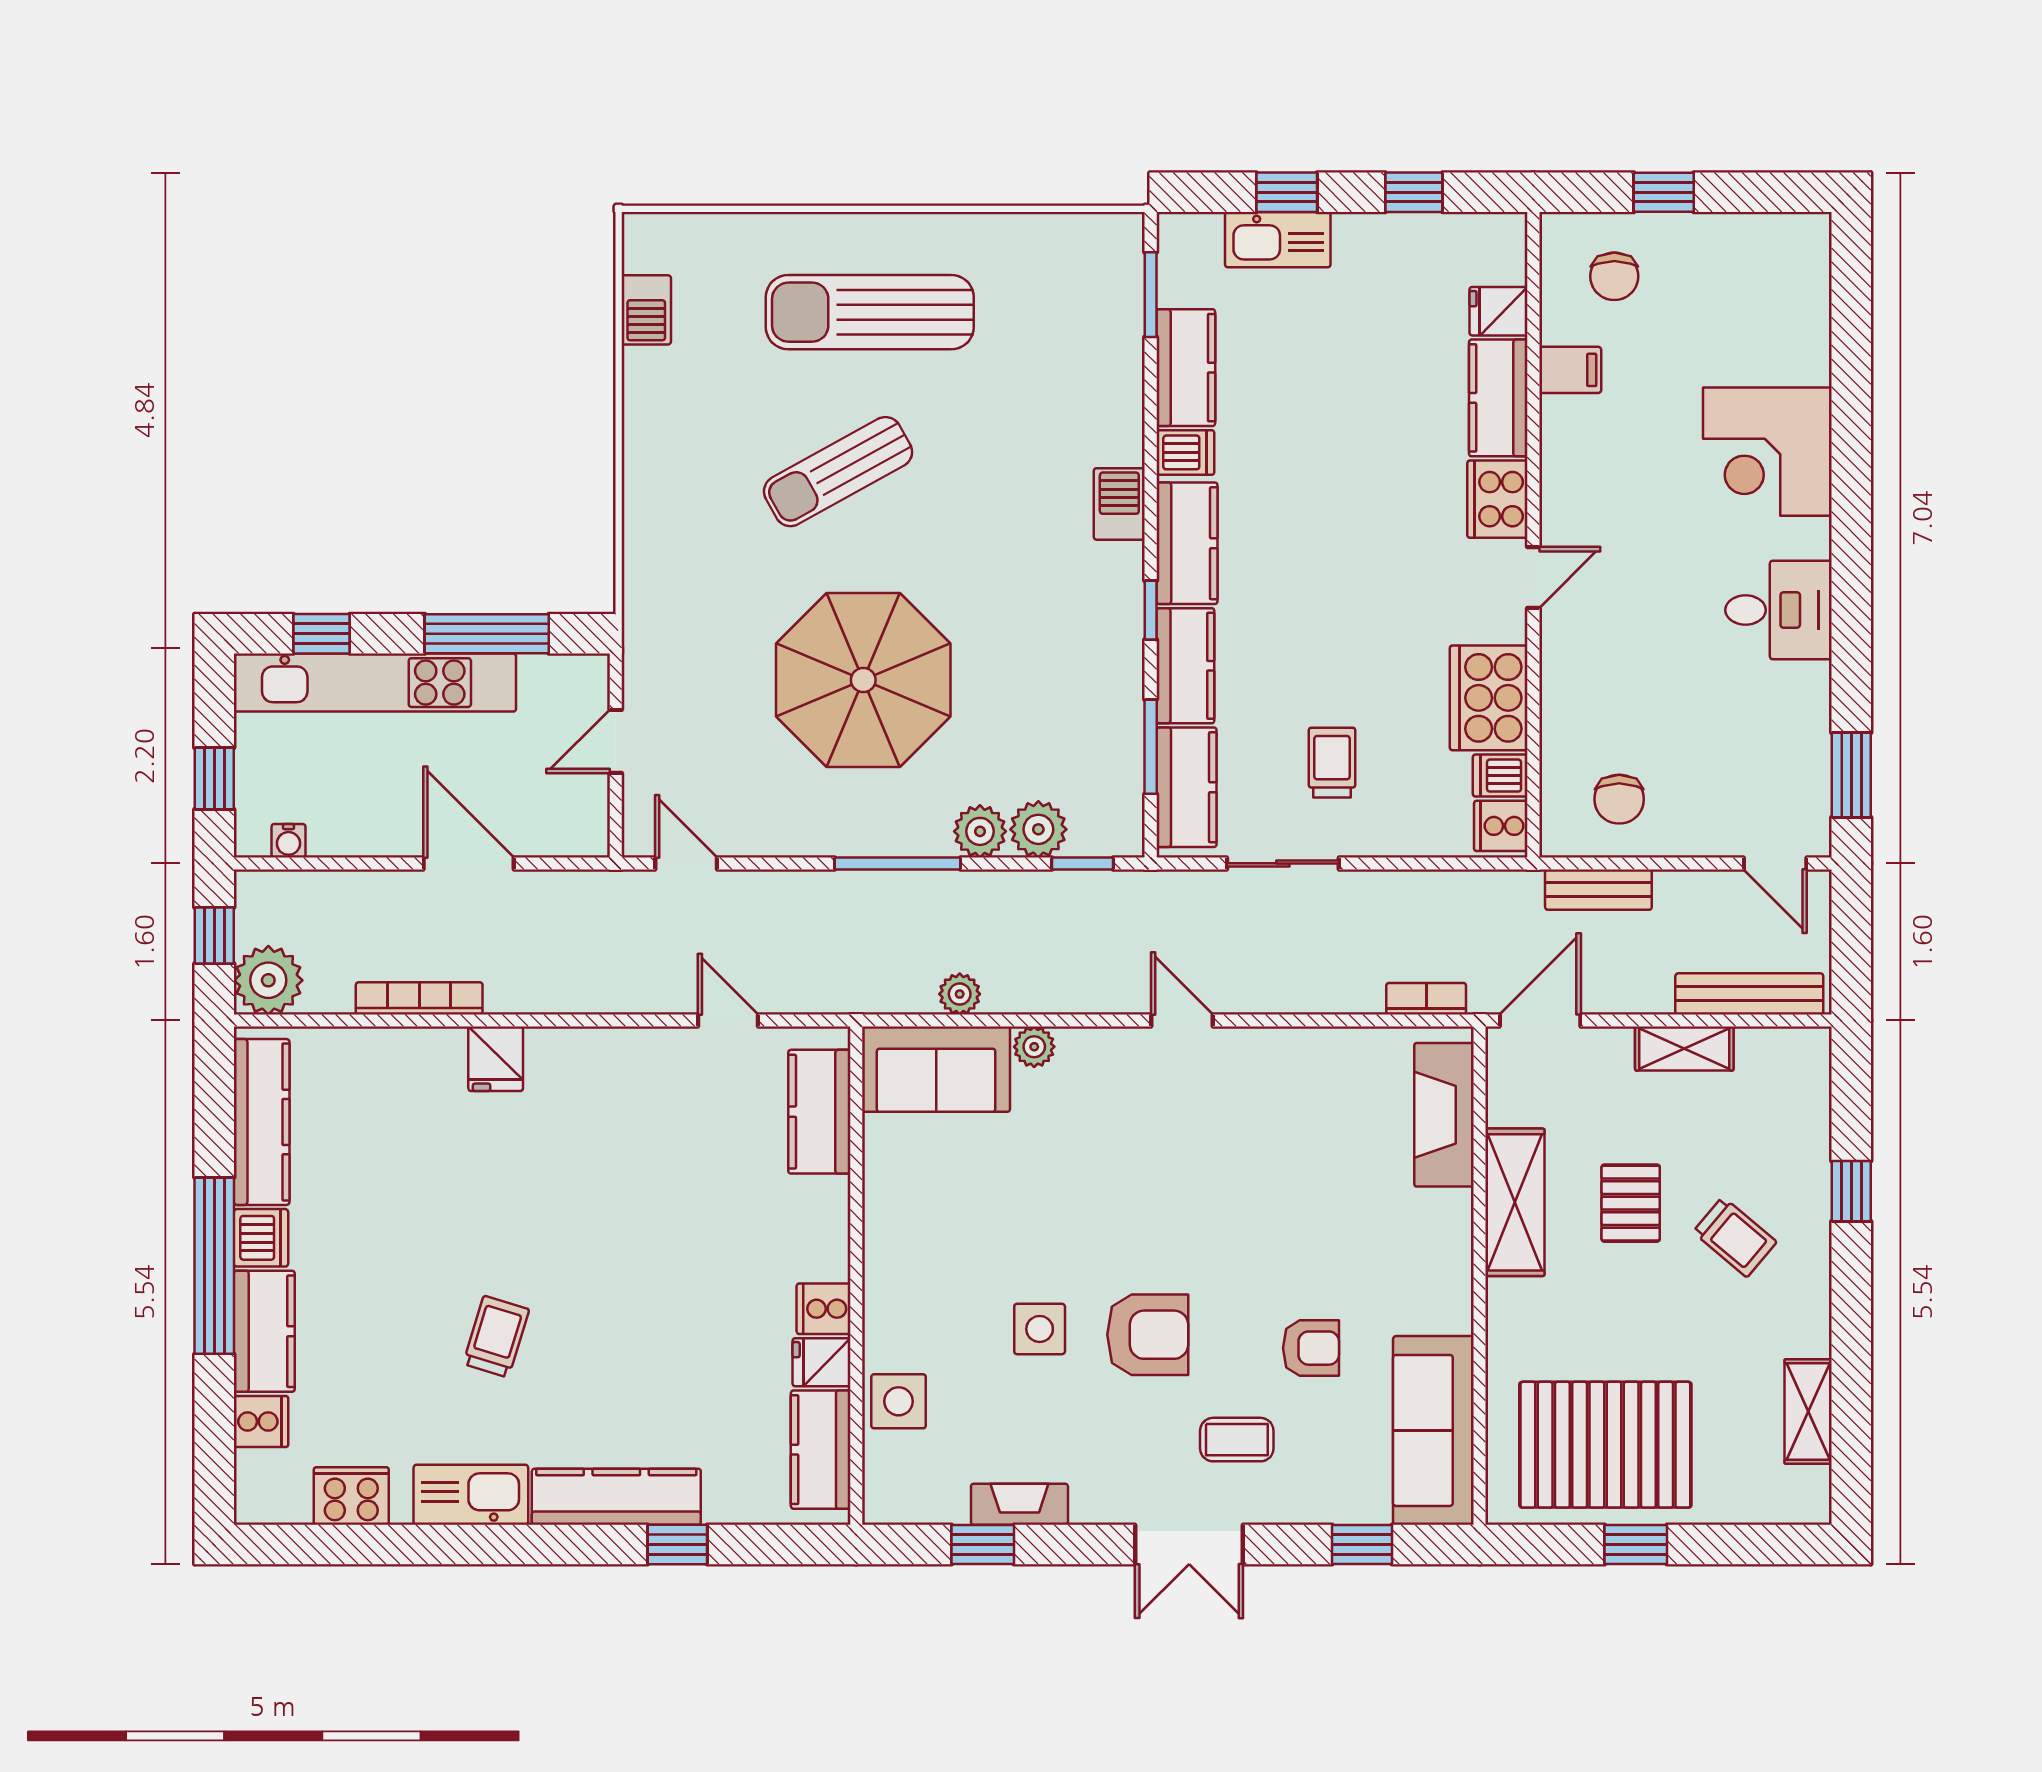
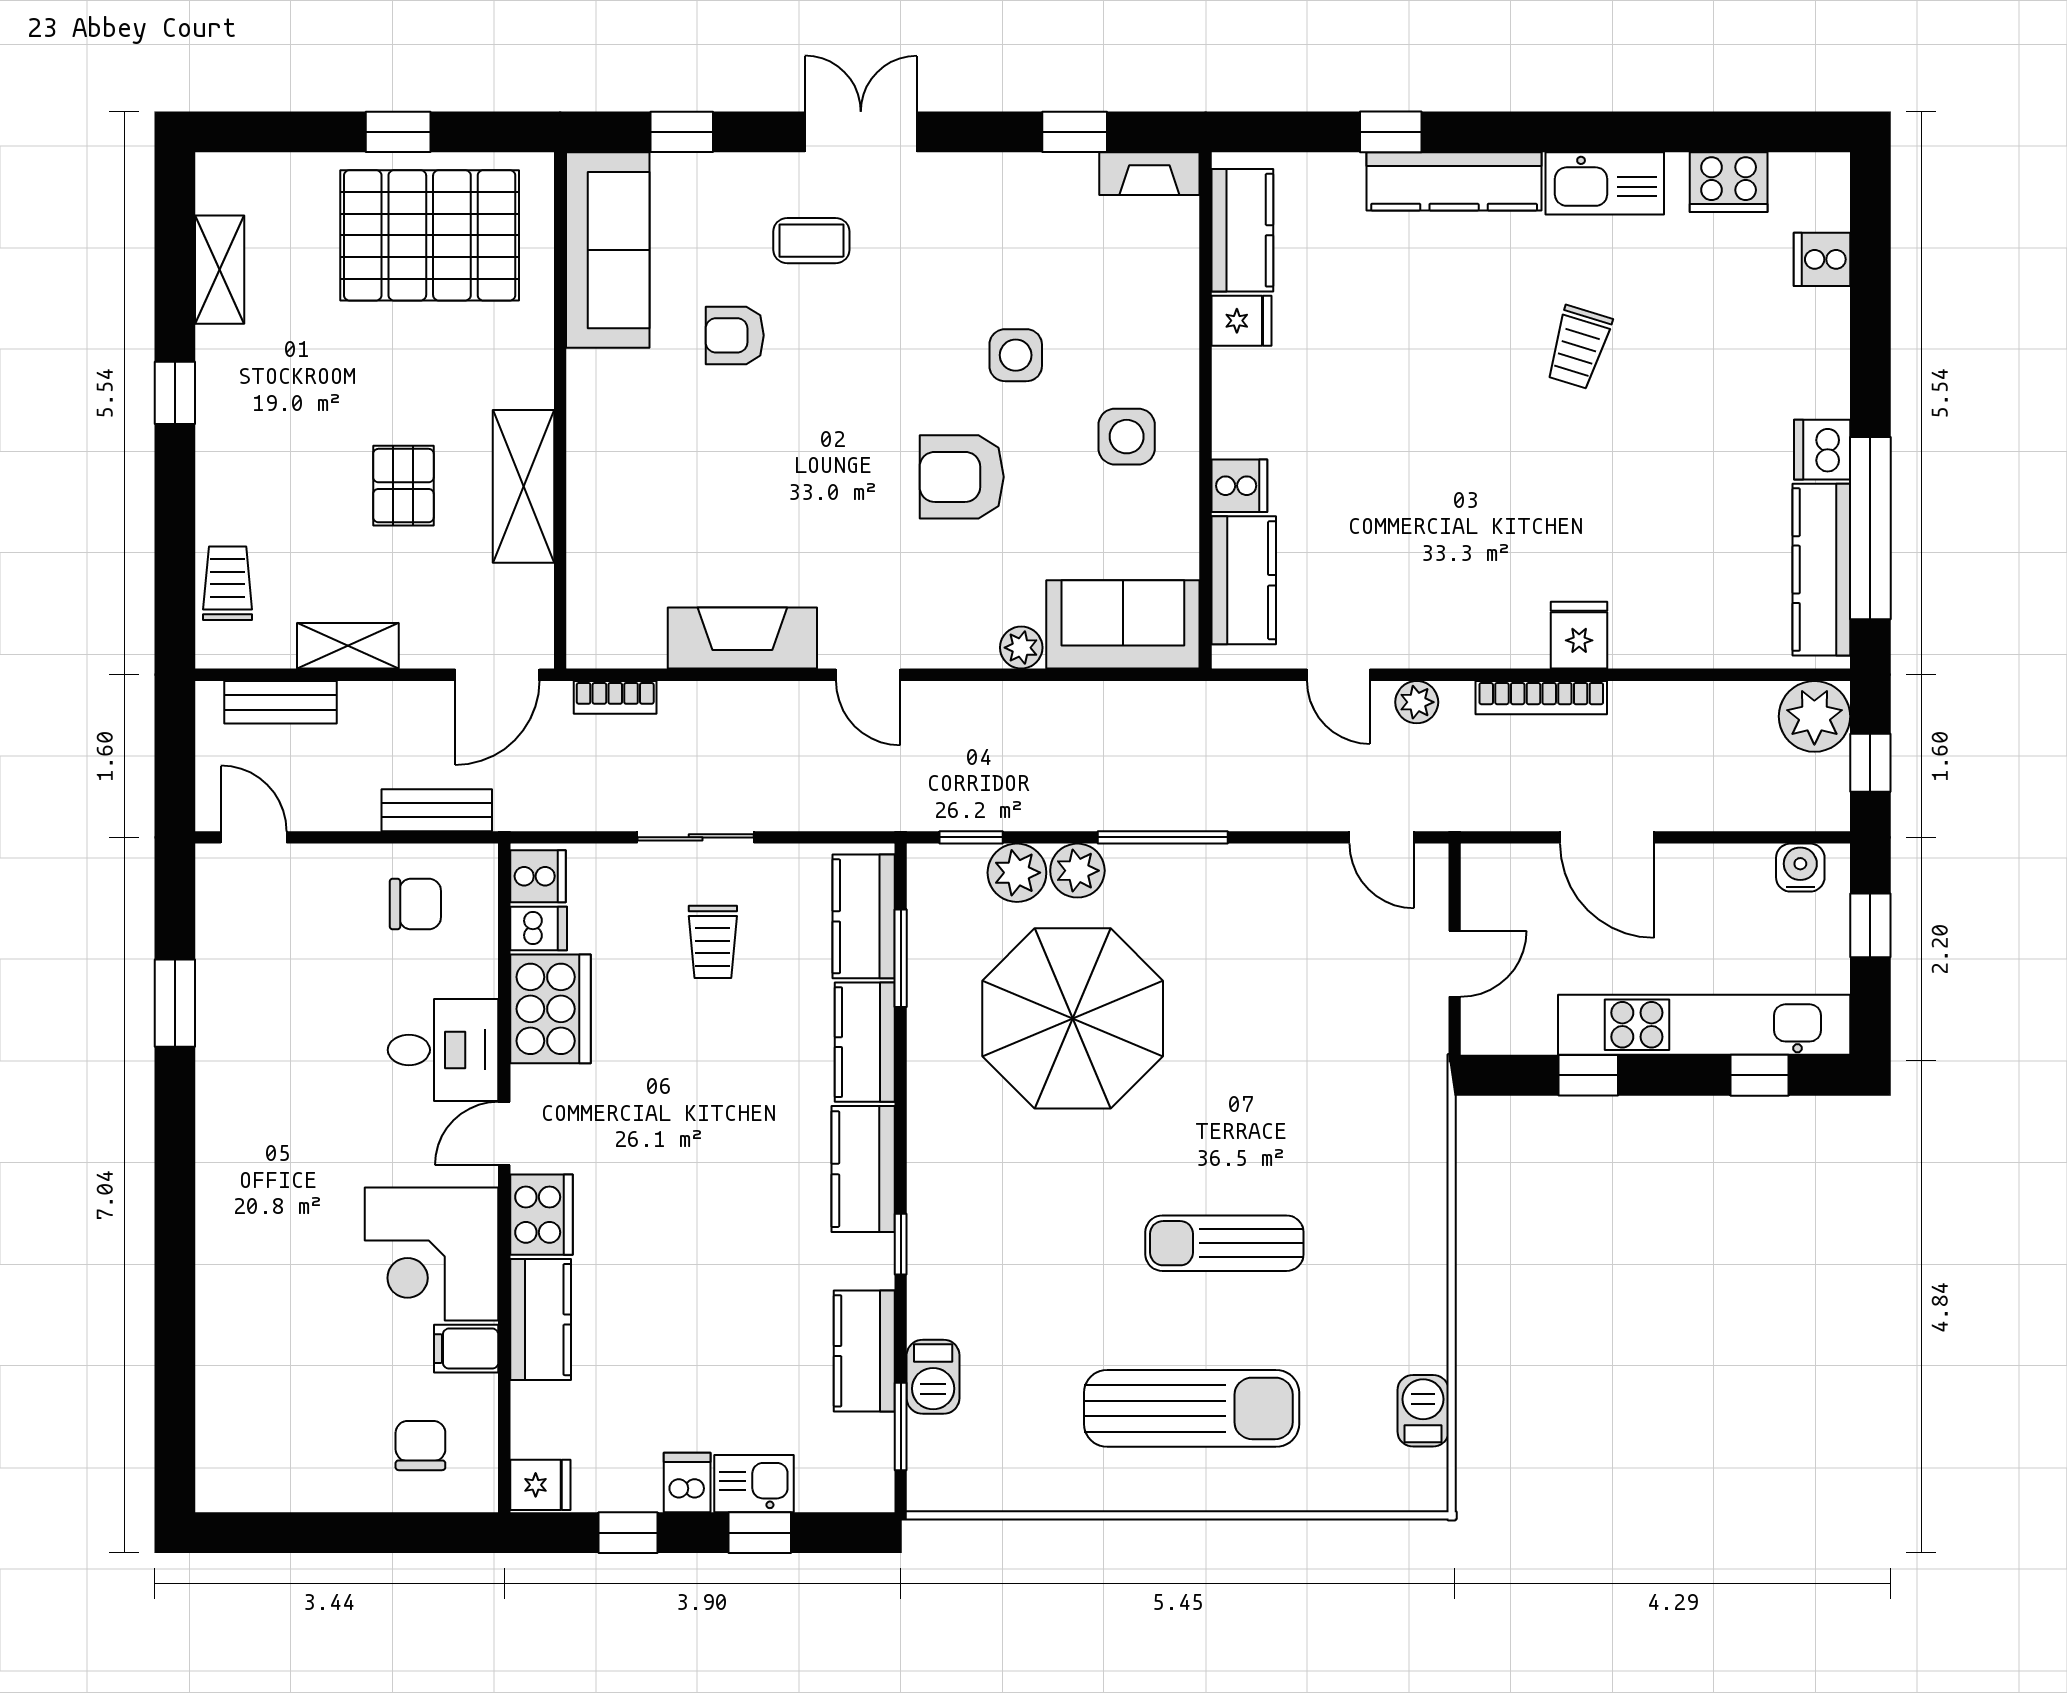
window: (1664, 192) -> (369, 1533), removed
kitchen sink: (1278, 240) -> (754, 1484), width x0.73
fridge: (1499, 311) -> (540, 1485), moved
dishwasher: (1185, 452) -> (687, 1482), moved, turned 90
corner desk: (1767, 452) -> (432, 1254), moved, turned 180
sun lounger: (838, 472) -> (1224, 1243), turned -151
barbecue: (1119, 504) -> (933, 1377), moved
window: (1151, 610) -> (901, 1244), moved
desk: (1779, 610) -> (443, 1050), moved, turned 180
window: (487, 634) -> (1588, 1075), width x0.46
parasol: (863, 680) -> (1073, 1018), moved
window: (1851, 775) -> (175, 1003), moved
chair: (1619, 799) -> (415, 904), turned 90
water cooler: (288, 841) -> (1800, 868), width x1.38, depth x1.38
sliding door: (1283, 863) -> (696, 837), moved
plant: (960, 994) -> (1417, 702), moved
bench: (1749, 994) -> (281, 702), width x0.73
bookcase: (419, 998) -> (1541, 698), moved
fireplace: (1444, 1115) -> (742, 638), moved, turned -90
window: (1851, 1191) -> (175, 393), moved
trolley: (1735, 1237) -> (228, 583), moved, turned 50
window: (214, 1266) -> (1870, 528), moved
cooker: (824, 1309) -> (1239, 486), moved
kitchen counter: (264, 1331) -> (1819, 353), removed
armchair: (1148, 1335) -> (962, 477), moved
side table: (899, 1401) -> (1127, 437), moved
fireplace: (1019, 1504) -> (1149, 174), moved

